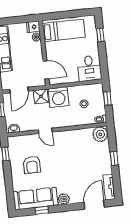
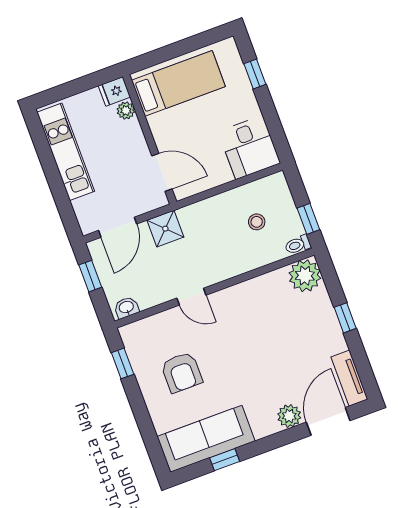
washing machine: (59, 97) -> (201, 221), removed
window: (107, 98) -> (308, 219), moved
plant: (64, 199) -> (289, 416), moved

